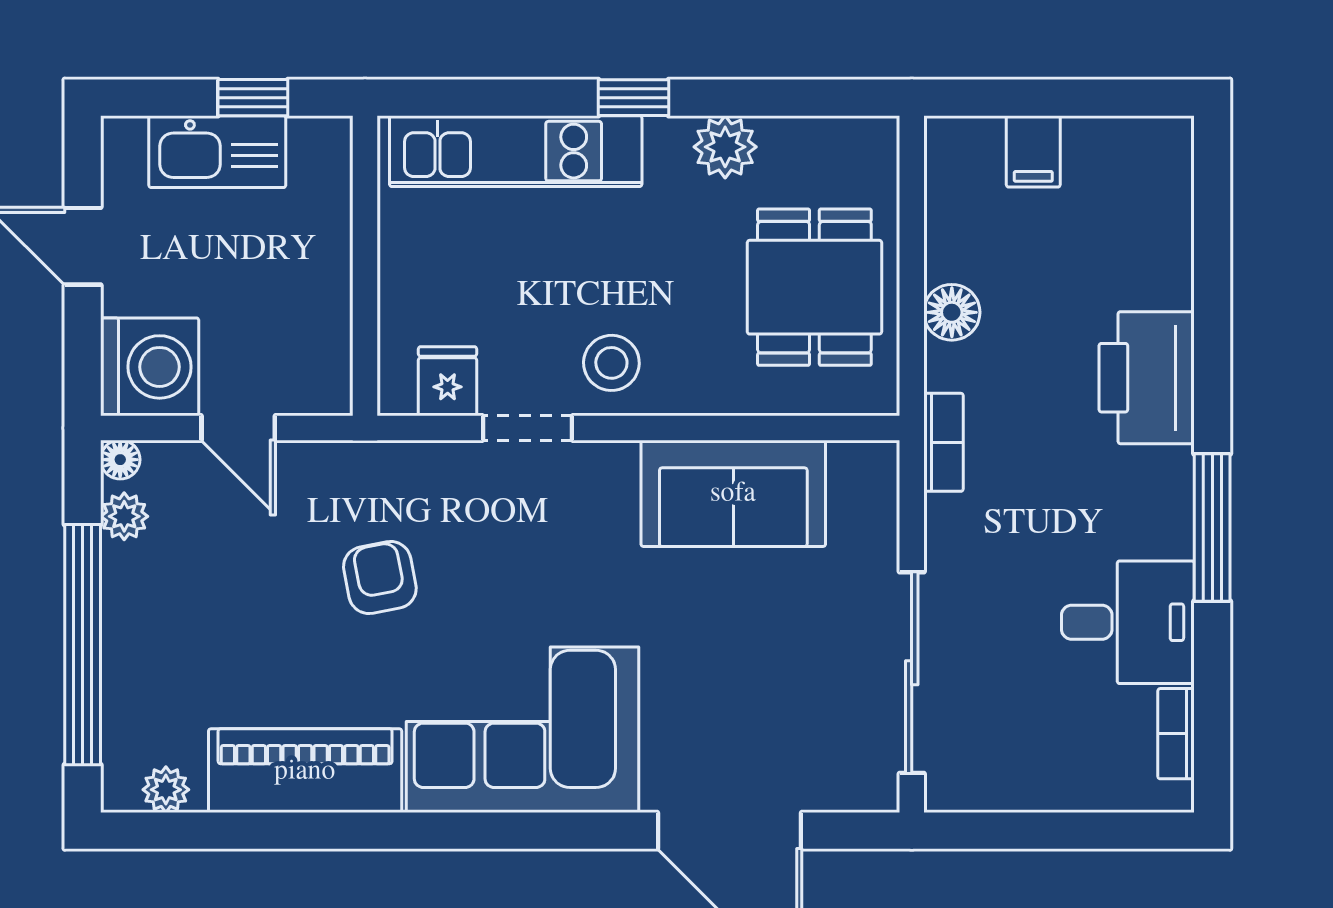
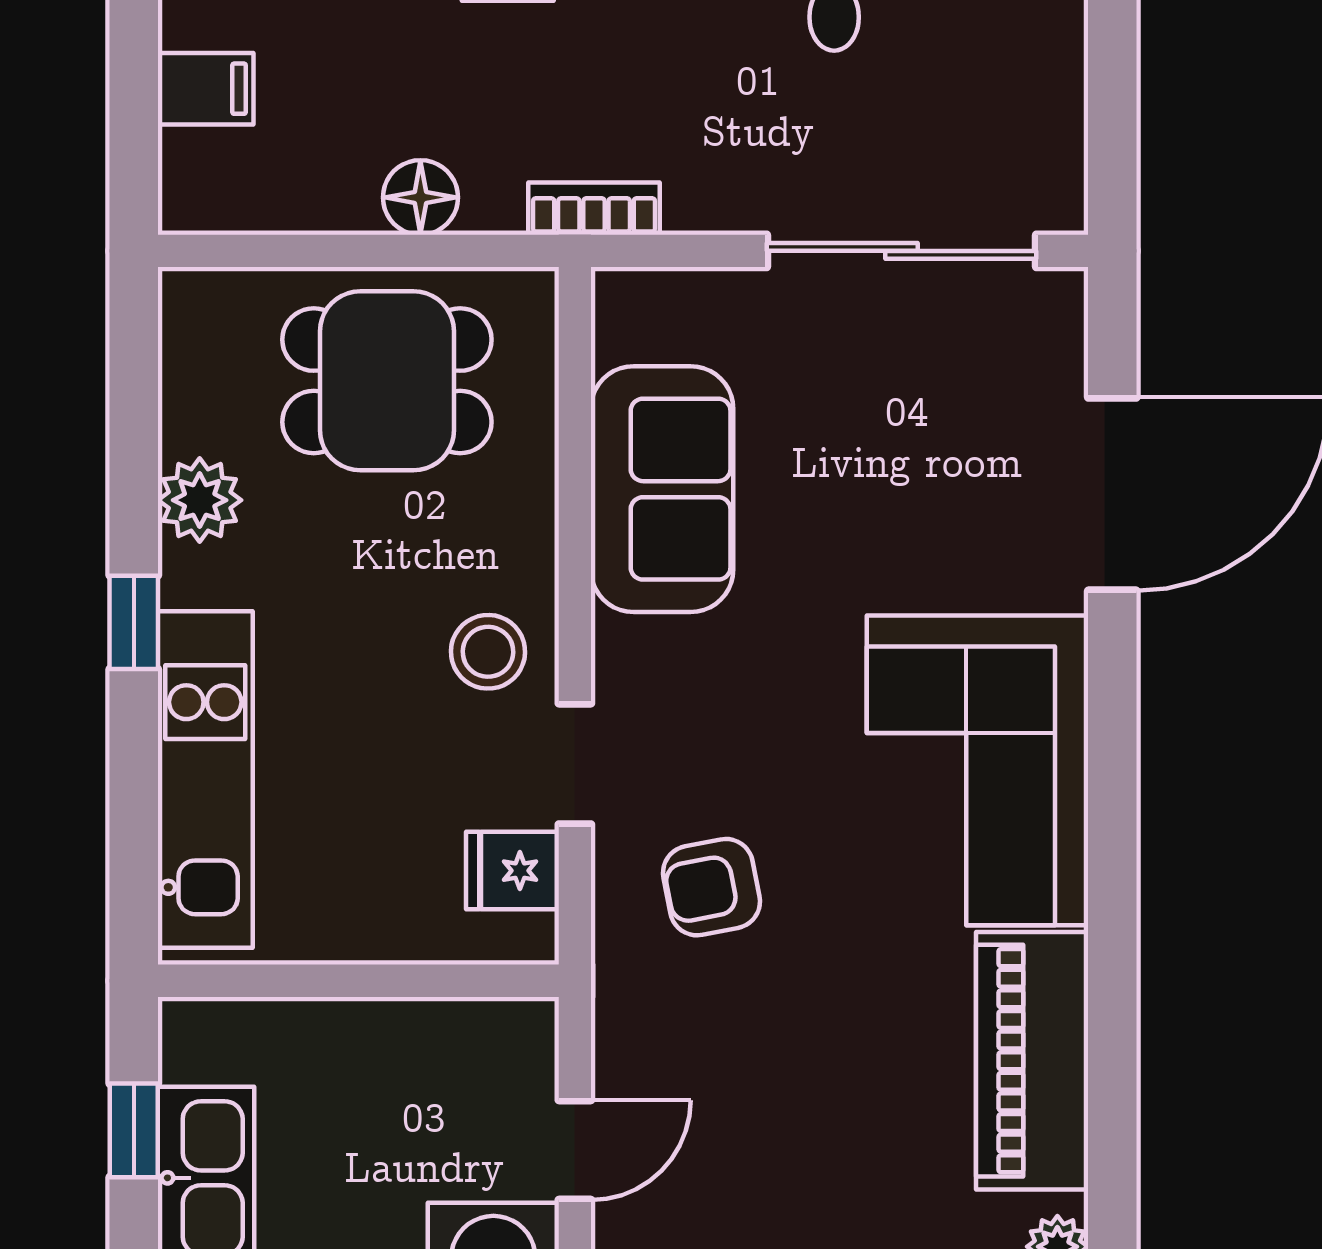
armchair: (380, 578) -> (711, 887), moved

